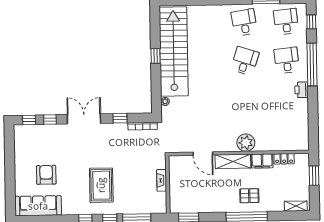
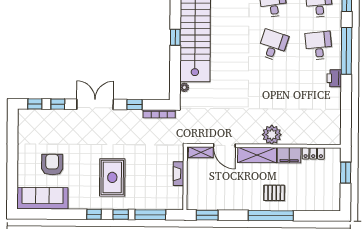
shelving: (296, 206) -> (201, 152), moved

